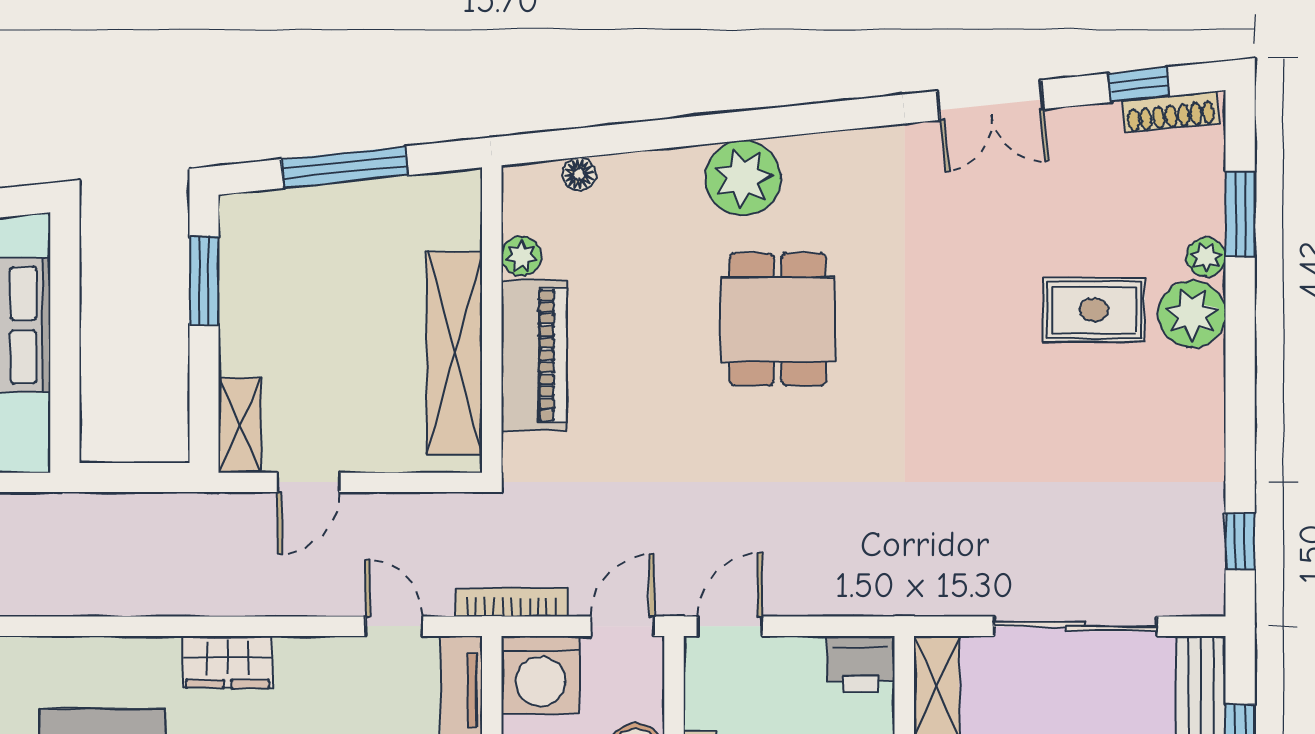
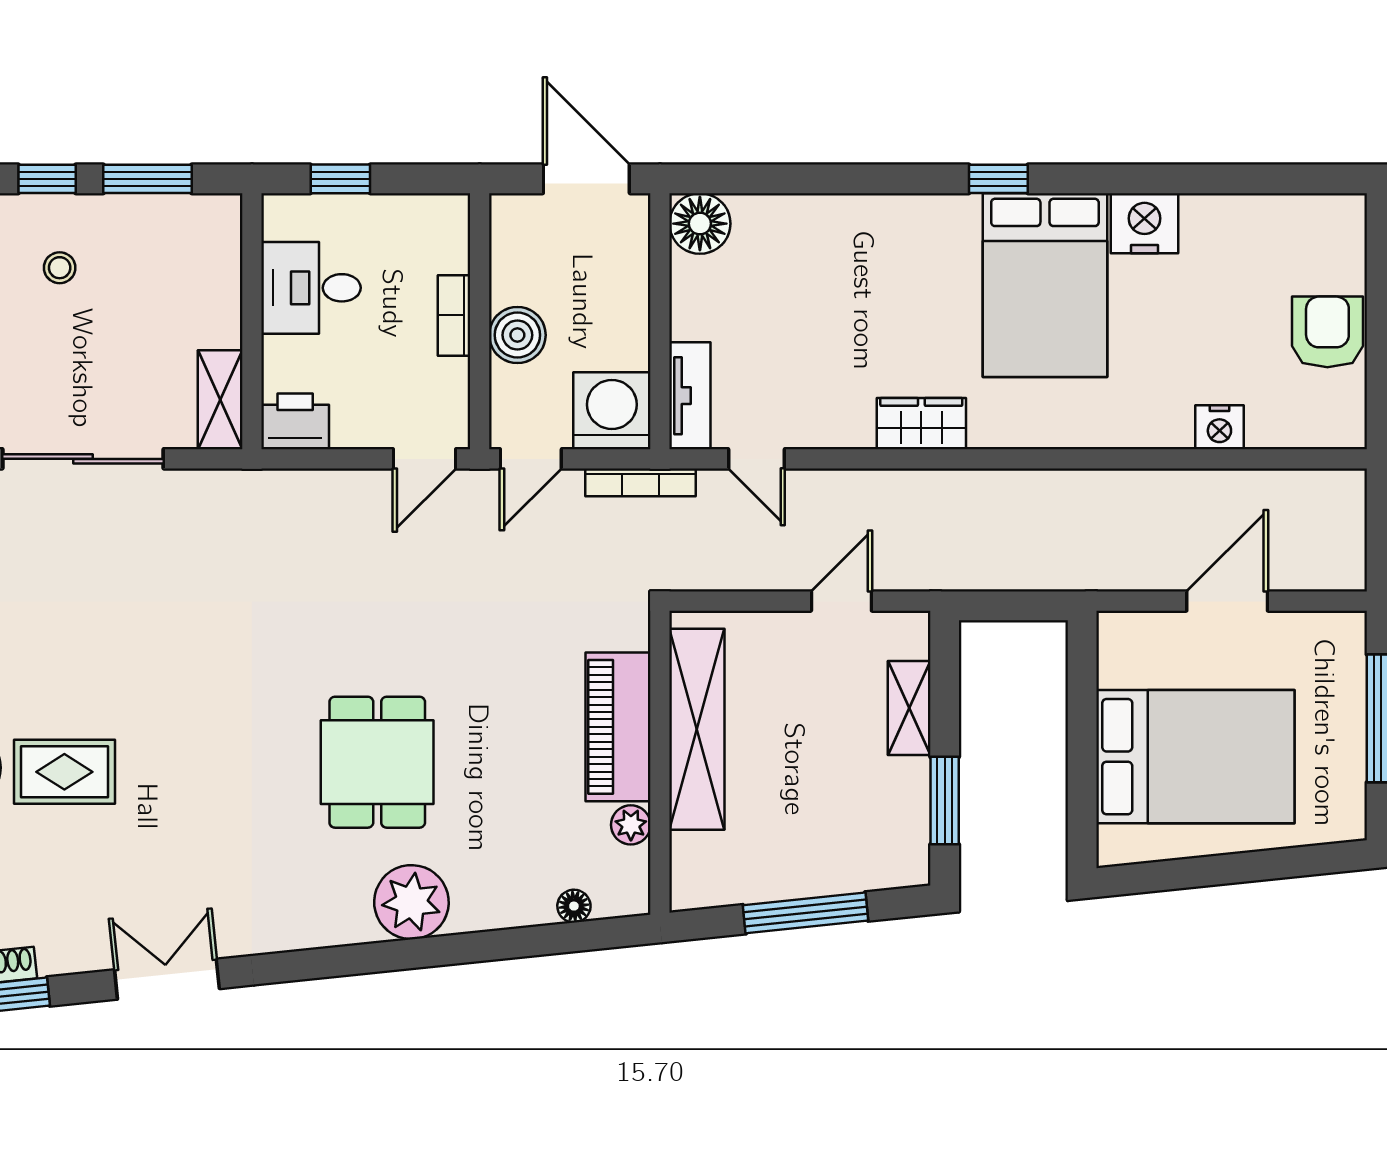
shelving: (240, 425) -> (909, 708), moved

